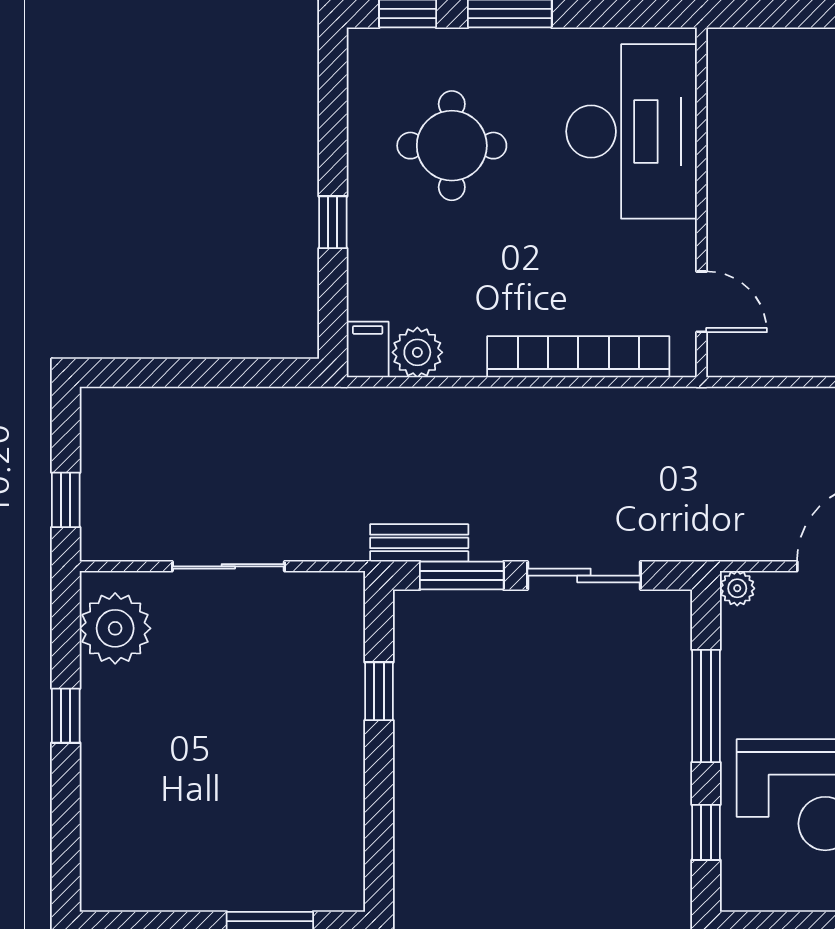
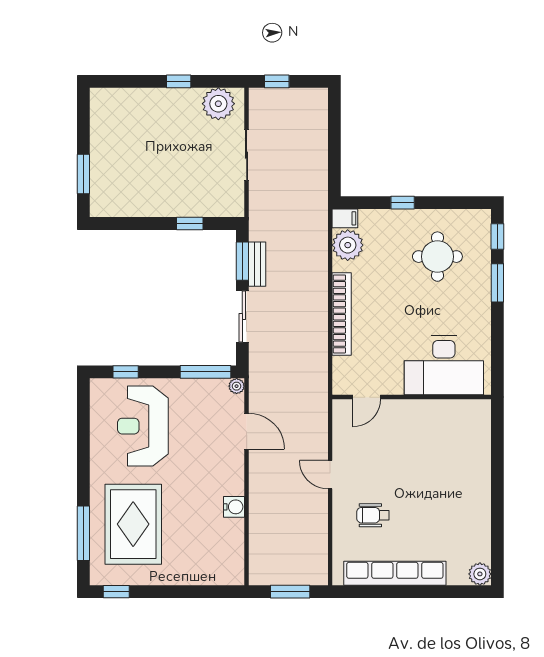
desk: (632, 131) -> (444, 365), moved
wall: (701, 202) -> (412, 397), moved
door: (701, 302) -> (367, 397), moved
plant: (417, 352) -> (348, 245), width x1.36, depth x1.36
bench: (419, 543) -> (257, 264), moved
window: (706, 706) -> (205, 372), moved

